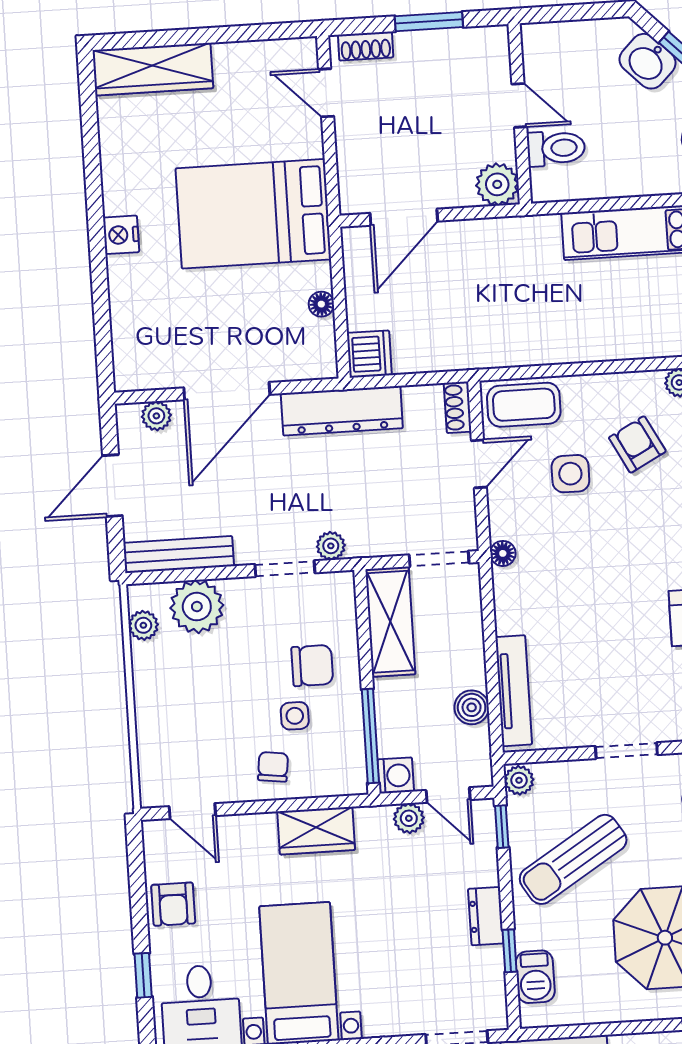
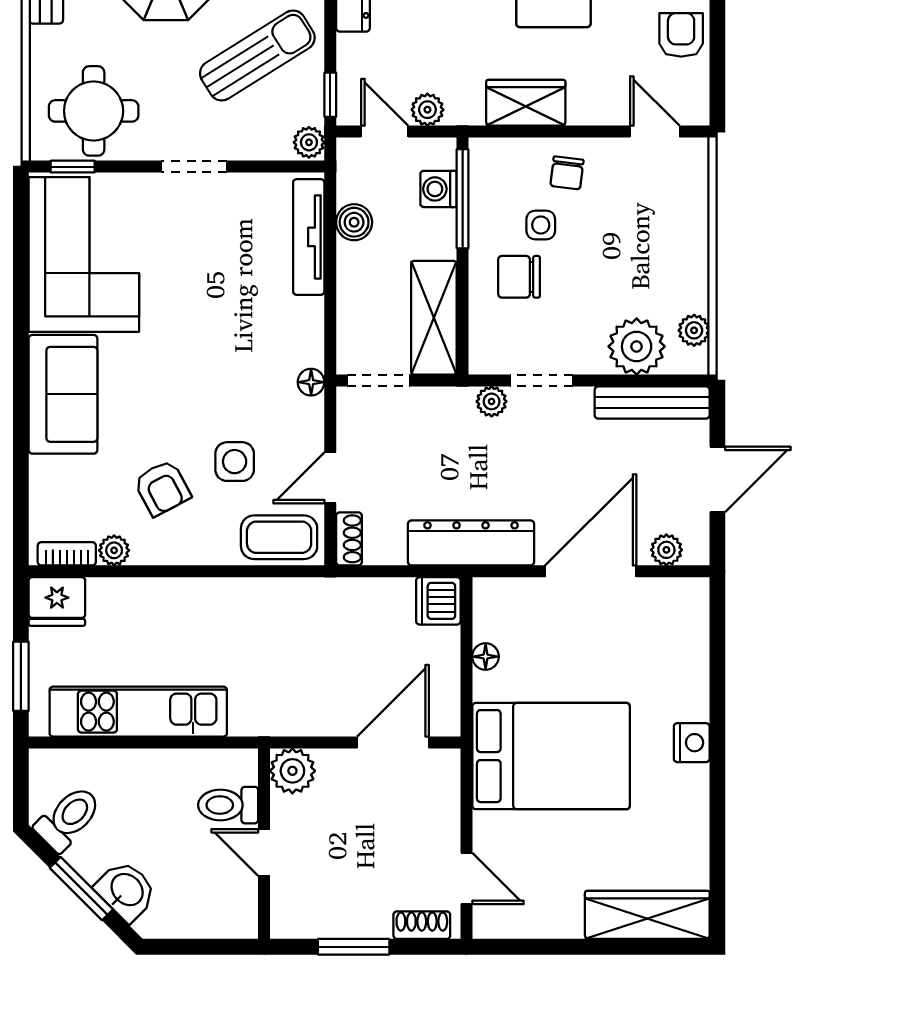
washing machine: (396, 775) -> (439, 189), moved

